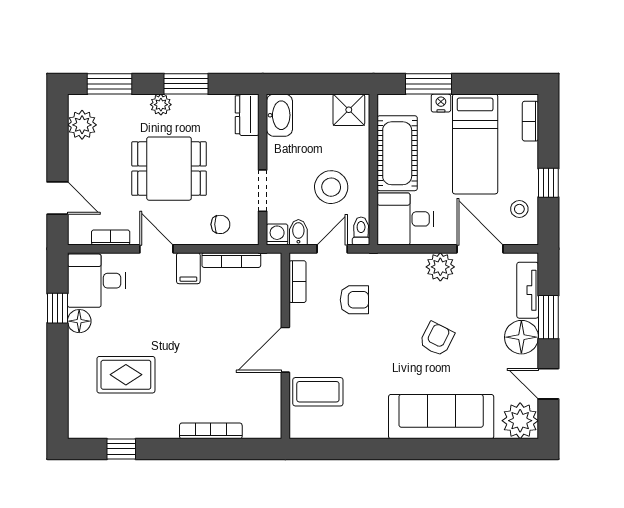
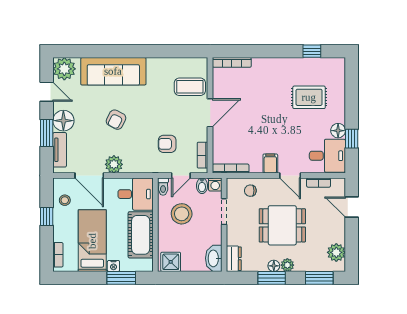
floor lamp: (183, 103) -> (274, 266), added
bookcase: (231, 260) -> (231, 168), moved
bookcase: (211, 431) -> (232, 62), moved

